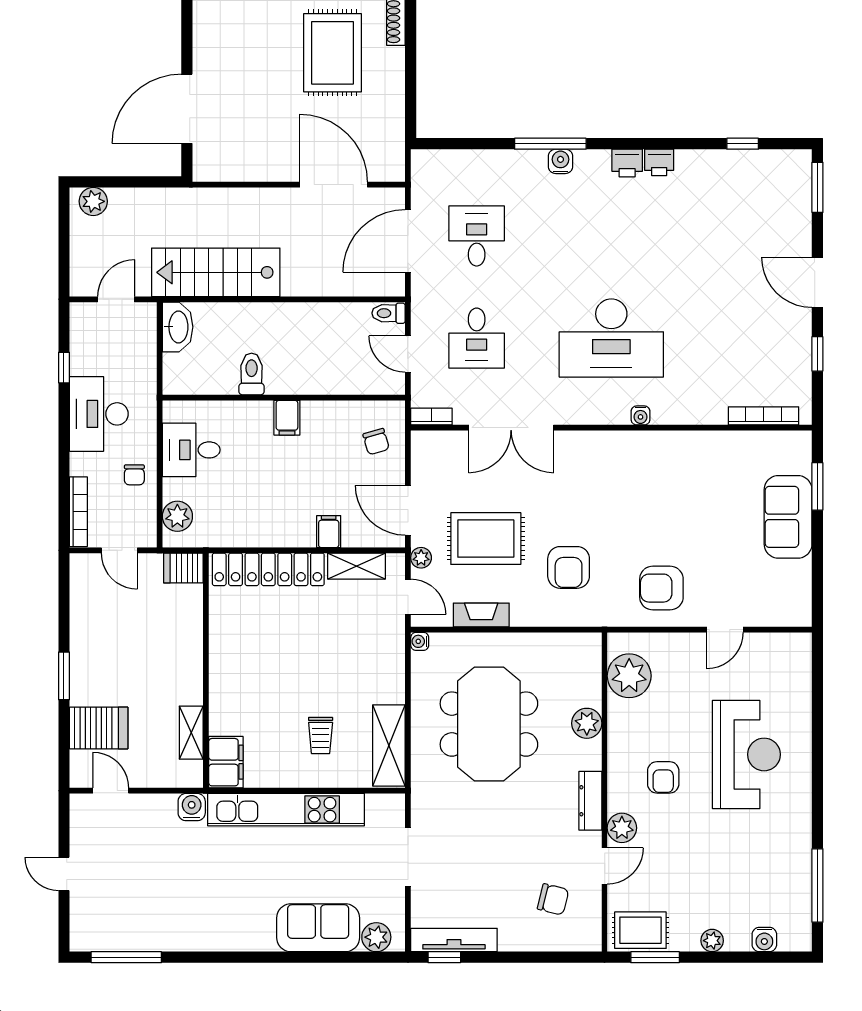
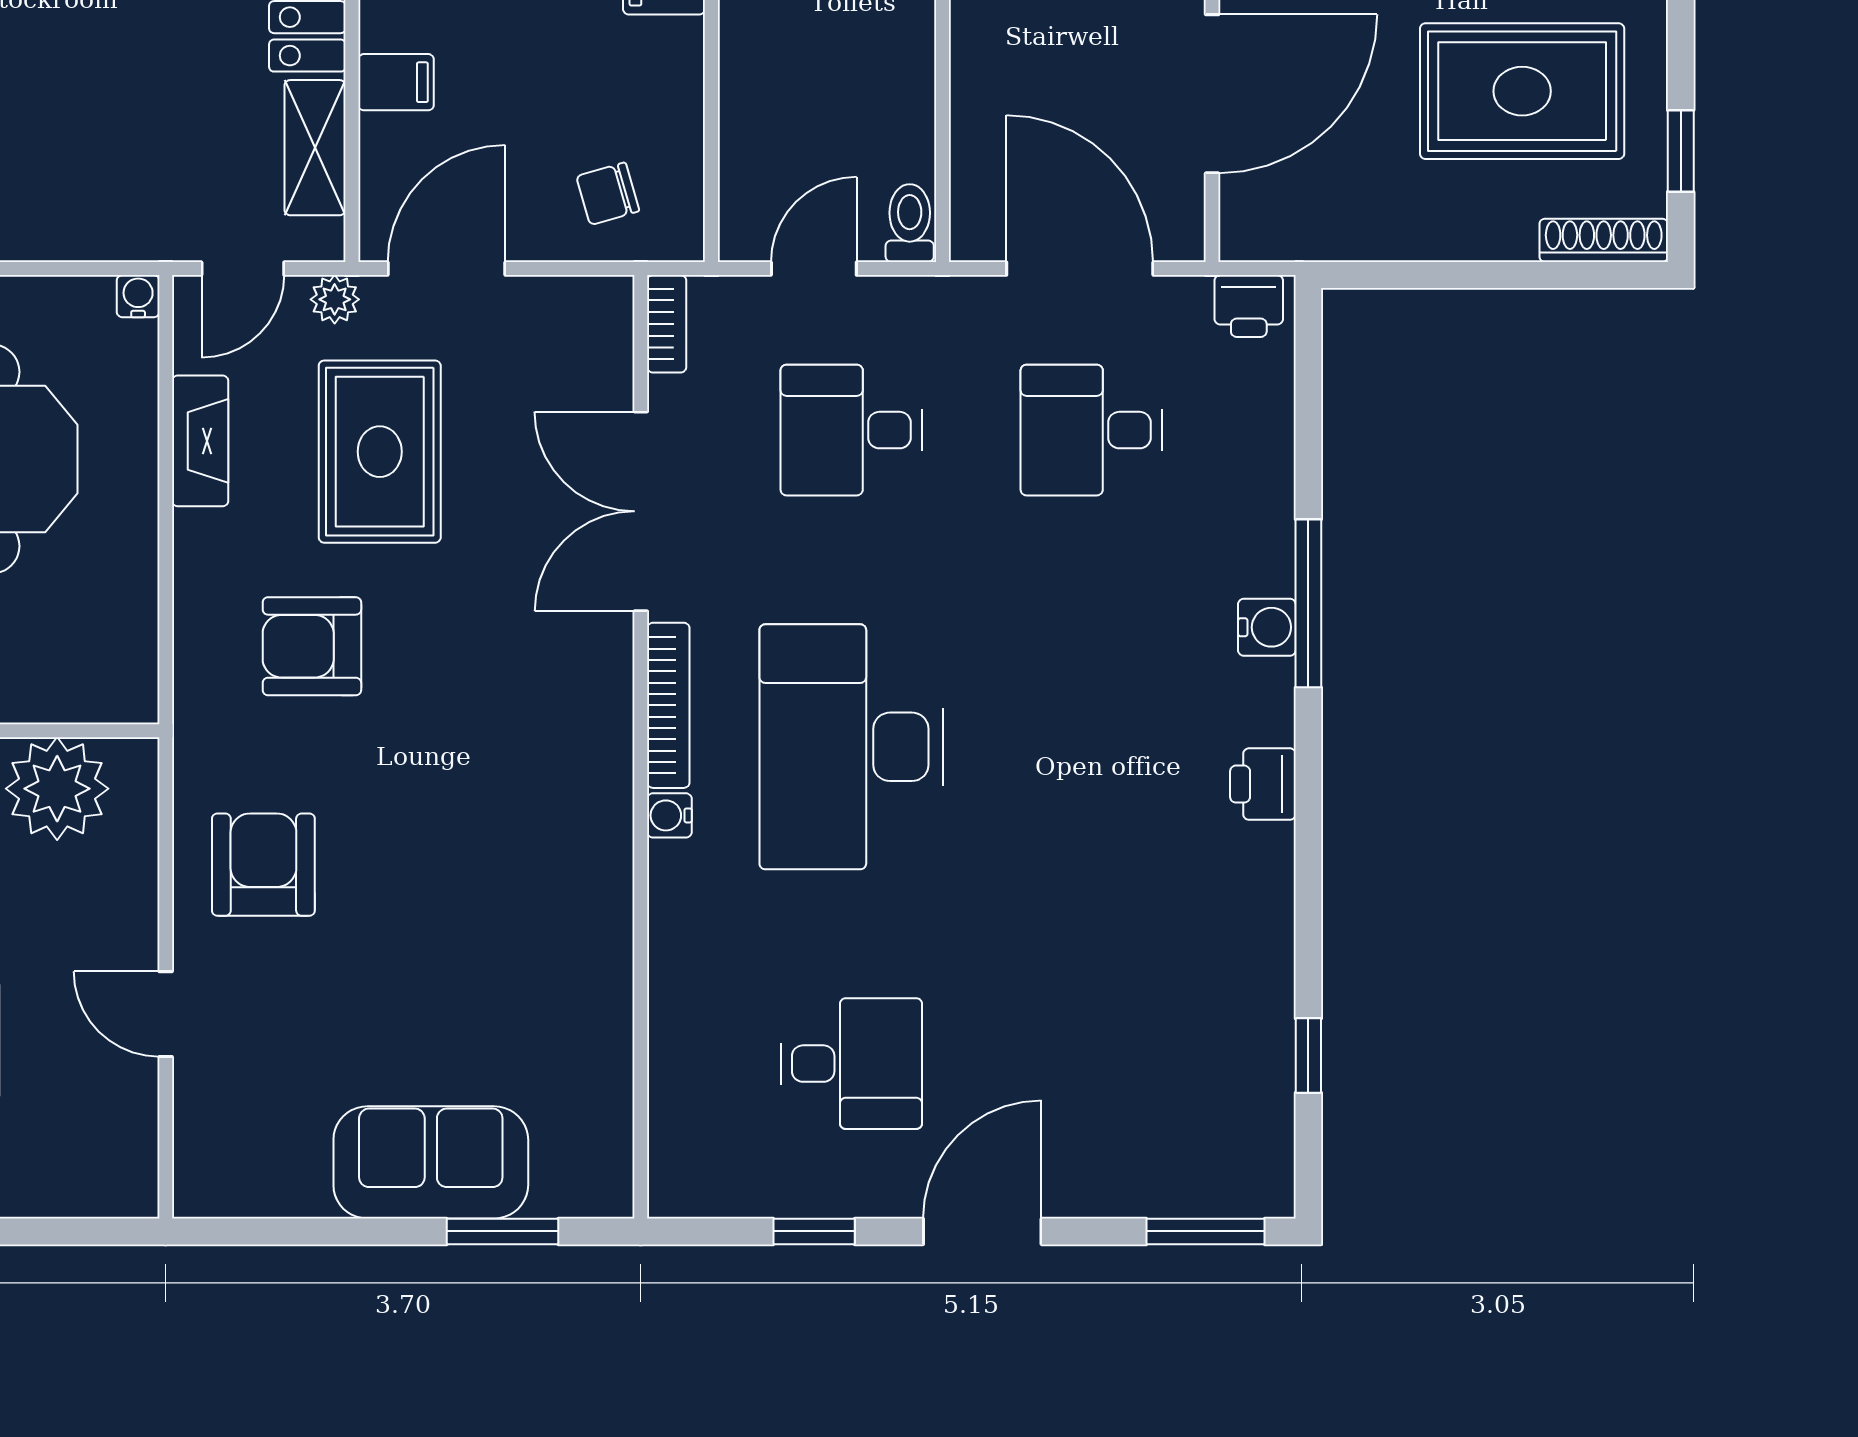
printer: (659, 162) -> (1249, 306), moved, turned -90
desk: (477, 236) -> (1091, 430), turned 180
desk: (746, 338) -> (851, 1064), added
bookcase: (763, 416) -> (668, 705), moved

